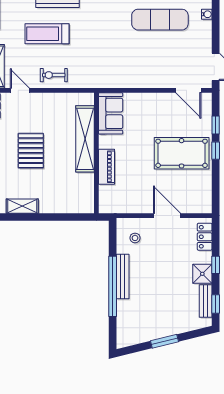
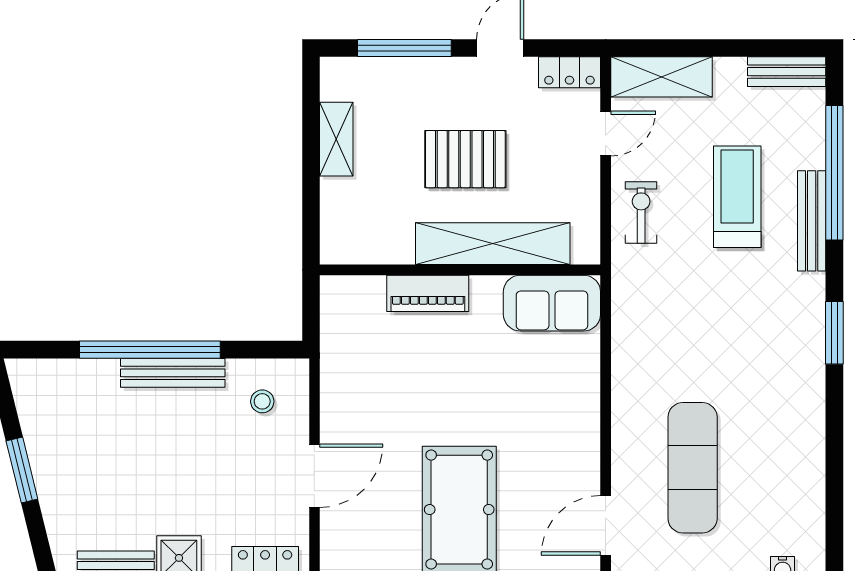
exercise mat: (160, 20) -> (693, 468), moved
sofa: (111, 113) -> (552, 303), moved
shelving: (85, 139) -> (493, 244), moved
wall: (96, 153) -> (460, 270), moved
piano: (106, 167) -> (428, 293), moved

